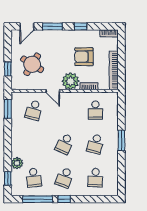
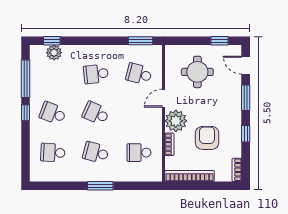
round table: (32, 64) -> (197, 72), turned -32
window: (8, 69) -> (220, 41), moved
plant: (17, 163) -> (54, 53), moved
school desk: (34, 178) -> (96, 74), moved

